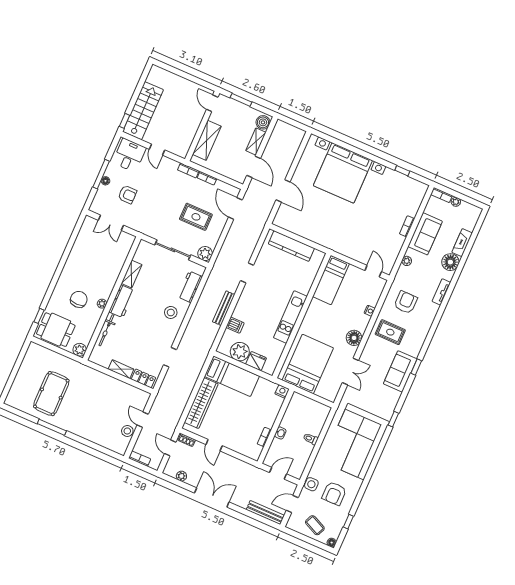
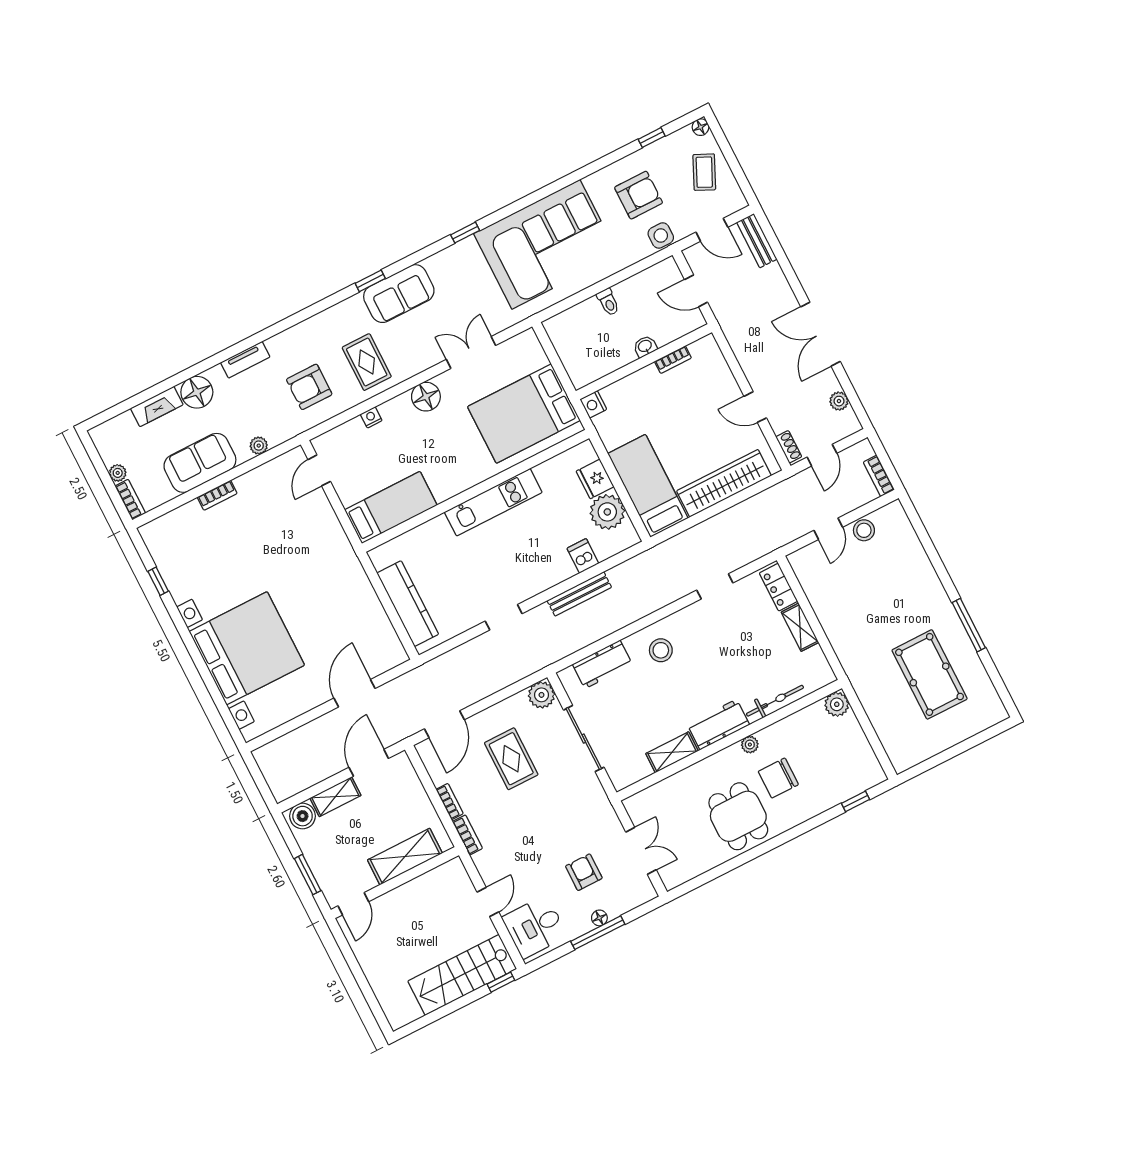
dining table: (56, 330) -> (738, 816), moved
pool table: (51, 394) -> (930, 674), turned 90
door: (214, 445) -> (755, 407), swing flipped
bench: (265, 513) -> (757, 241), width x0.73

